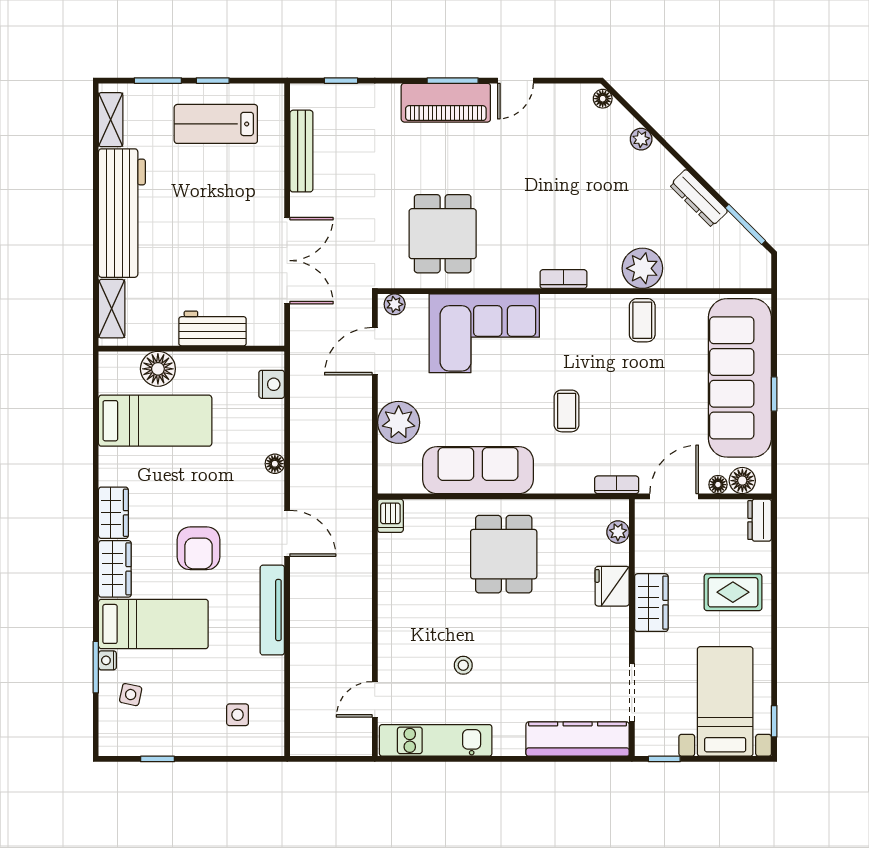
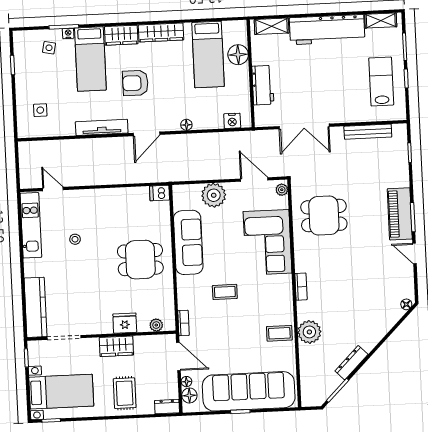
plant: (641, 139) -> (384, 328), removed
wardrobe: (113, 513) -> (161, 32), width x1.50

